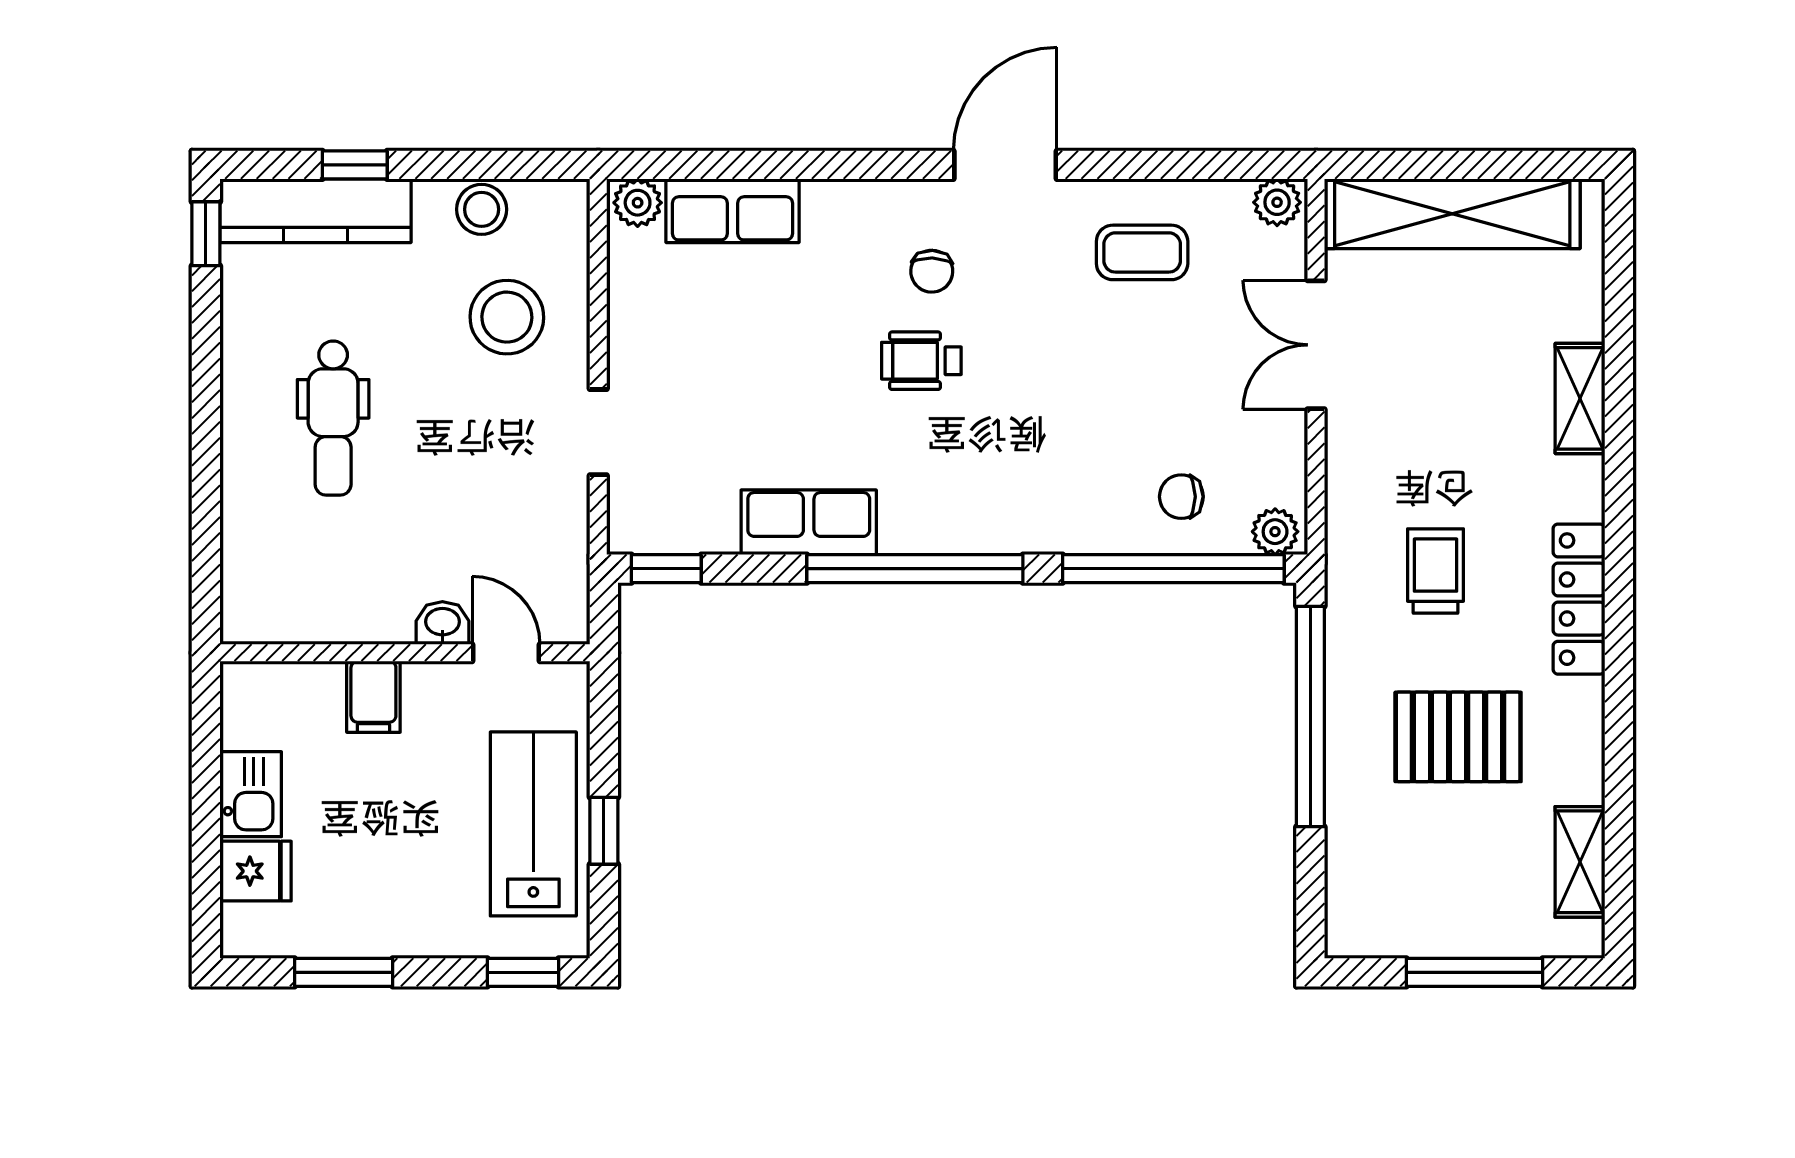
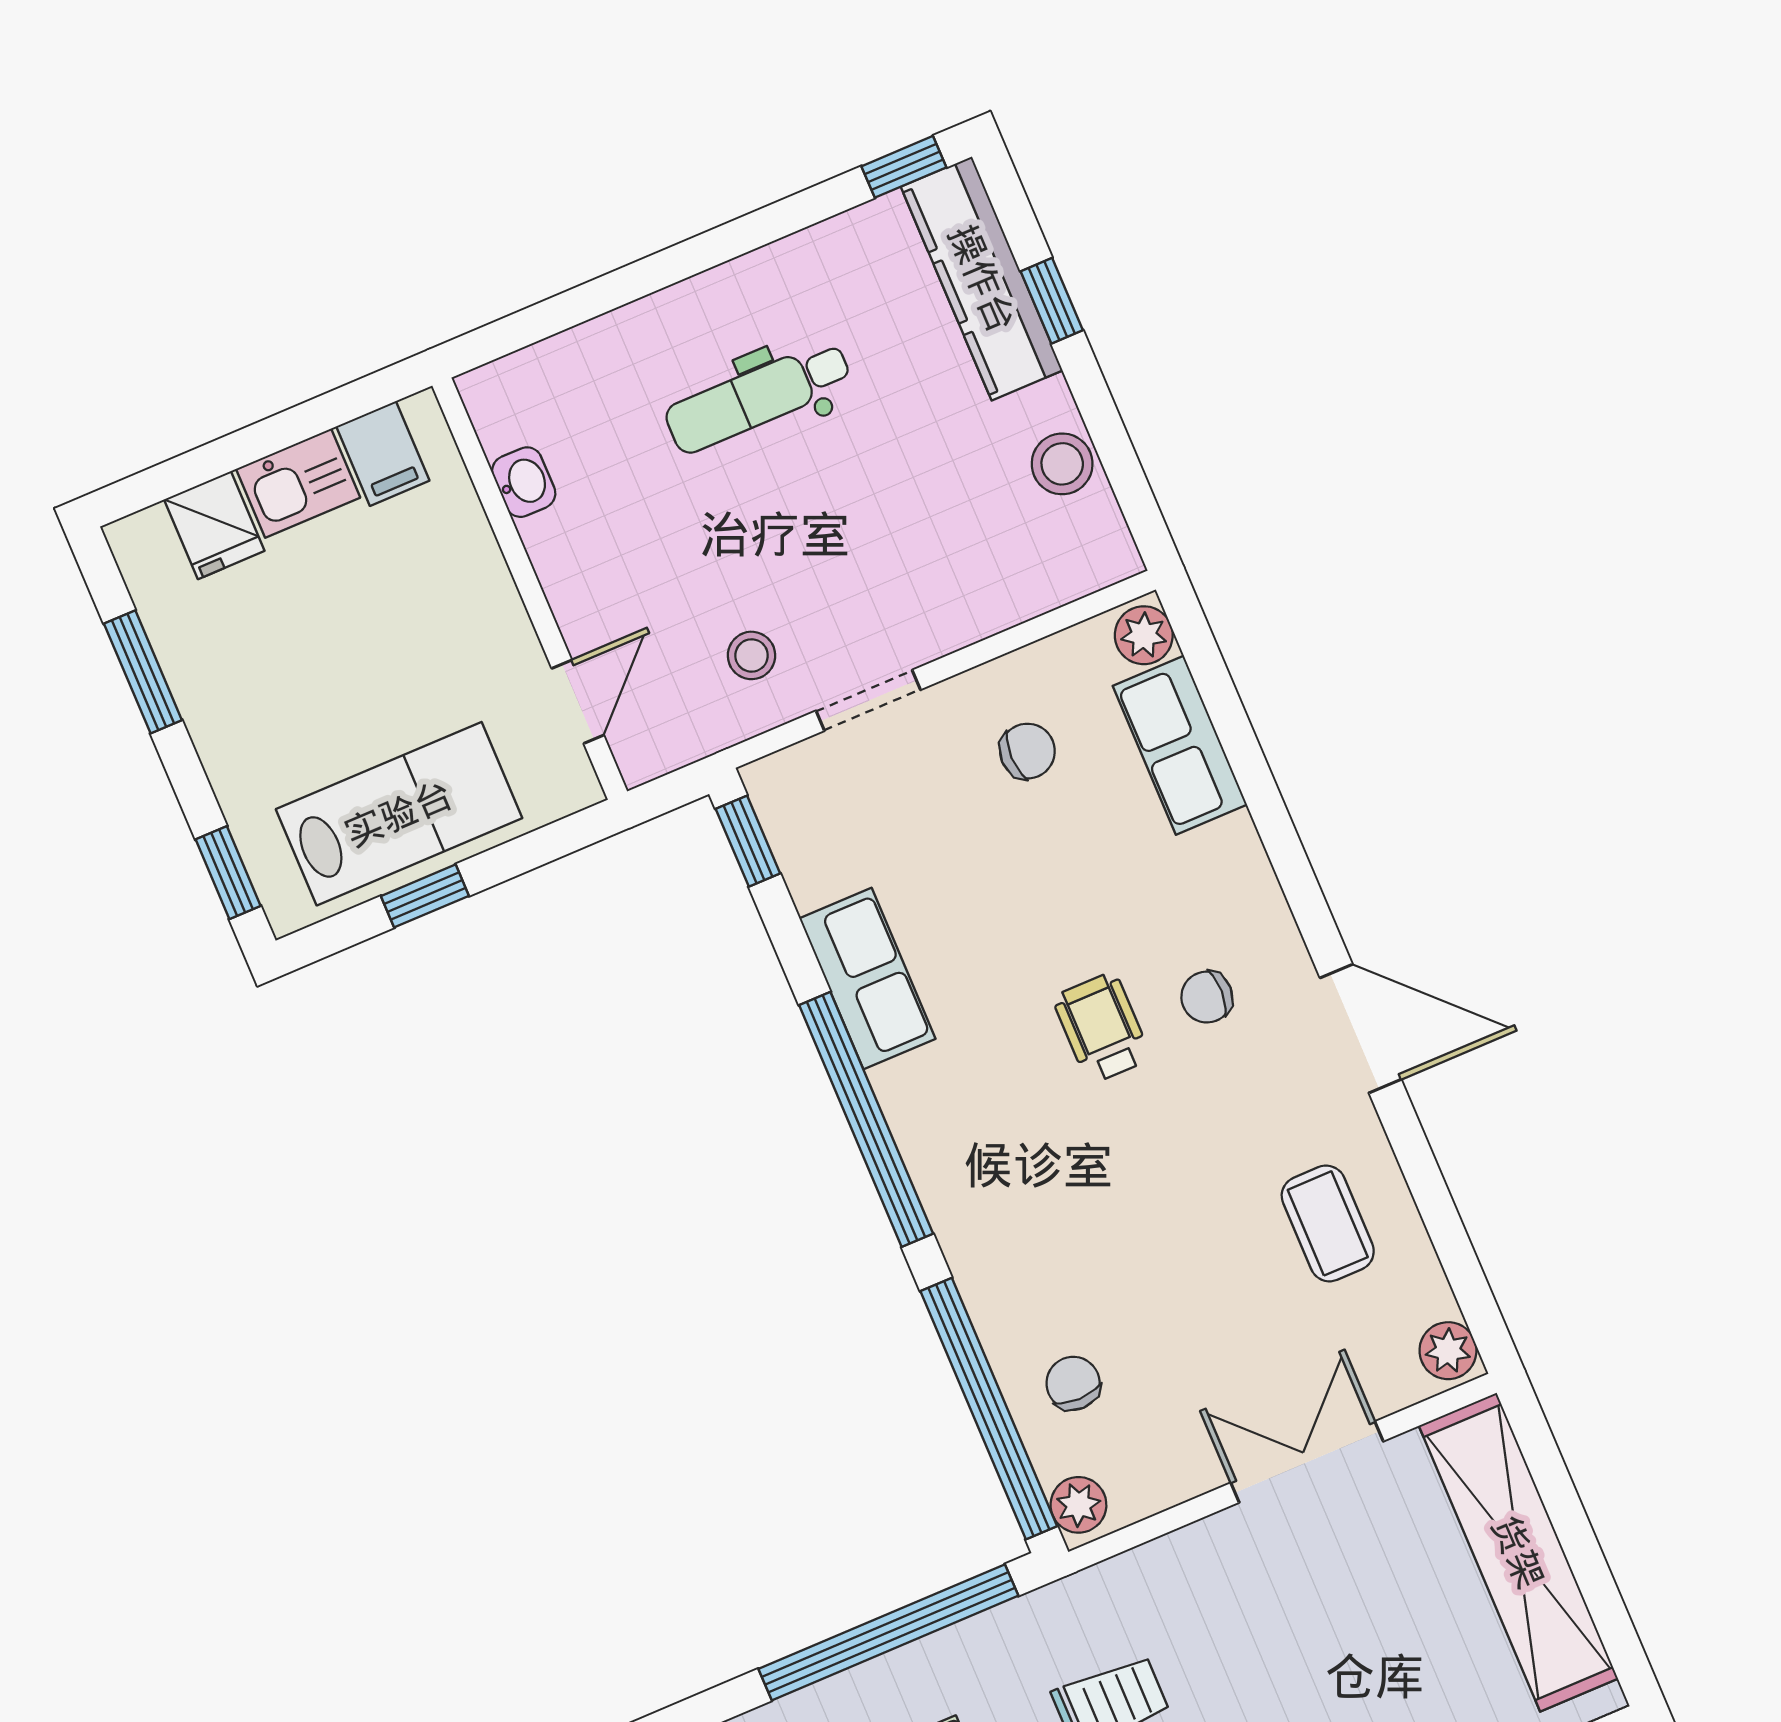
stool: (507, 317) -> (752, 655), moved, width x0.53, depth x0.53
chair: (688, 328) -> (1027, 751), added
washbasin: (442, 623) -> (524, 482), moved
filing cabinet: (373, 697) -> (383, 454), moved, turned -90

